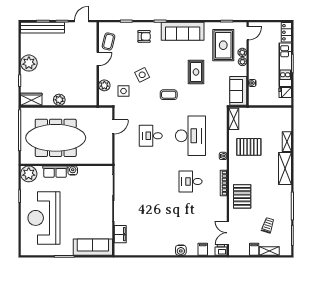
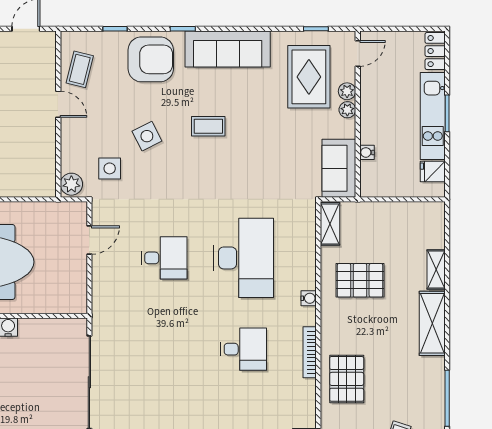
armchair: (144, 36) -> (151, 59), width x1.88, depth x1.88
door: (98, 59) -> (58, 104), hinge flipped
rug: (196, 72) -> (254, 130), removed
plant: (104, 85) -> (71, 184), moved
coffee table: (169, 95) -> (208, 126), moved
desk: (151, 136) -> (164, 258), turned 180
desk: (191, 181) -> (244, 349), turned 180

